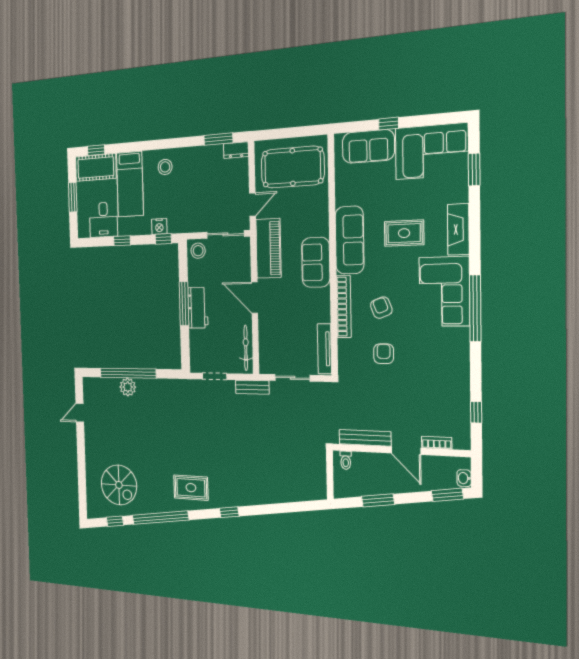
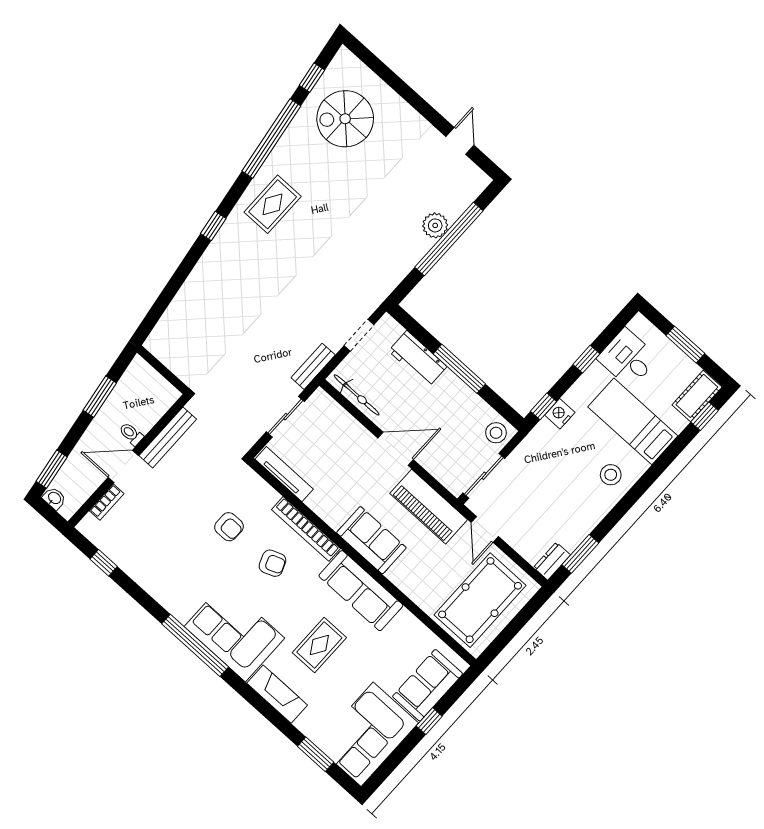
cot: (96, 168) -> (697, 396), width x0.73, depth x0.75
workbench: (198, 308) -> (418, 359), moved
toilet: (346, 460) -> (131, 434), moved

